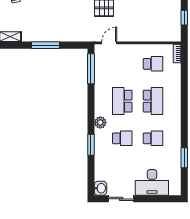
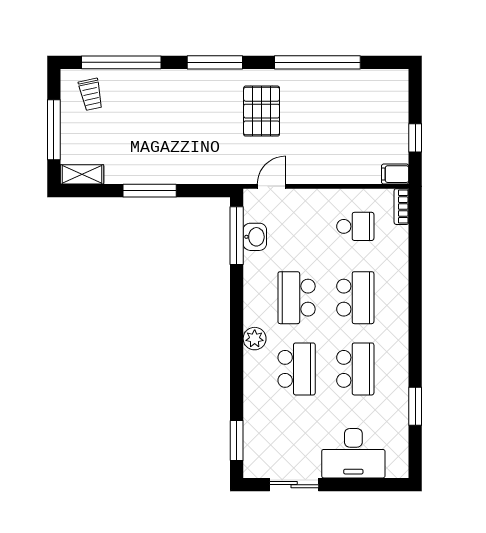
filing cabinet: (174, 36) -> (395, 174), added
school desk: (122, 138) -> (297, 369), width x1.85
school desk: (153, 138) -> (355, 369), width x1.85
window: (91, 145) -> (237, 440), moved
washbasin: (100, 188) -> (255, 237), moved

